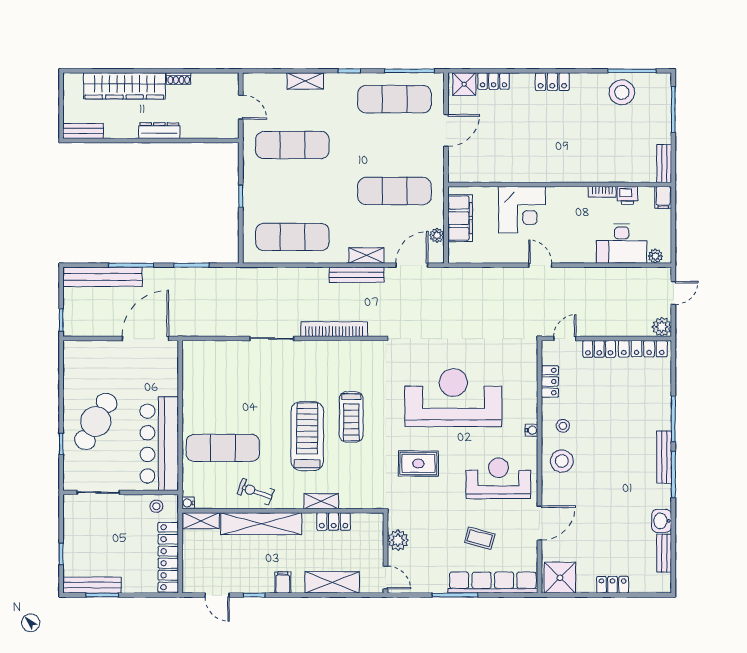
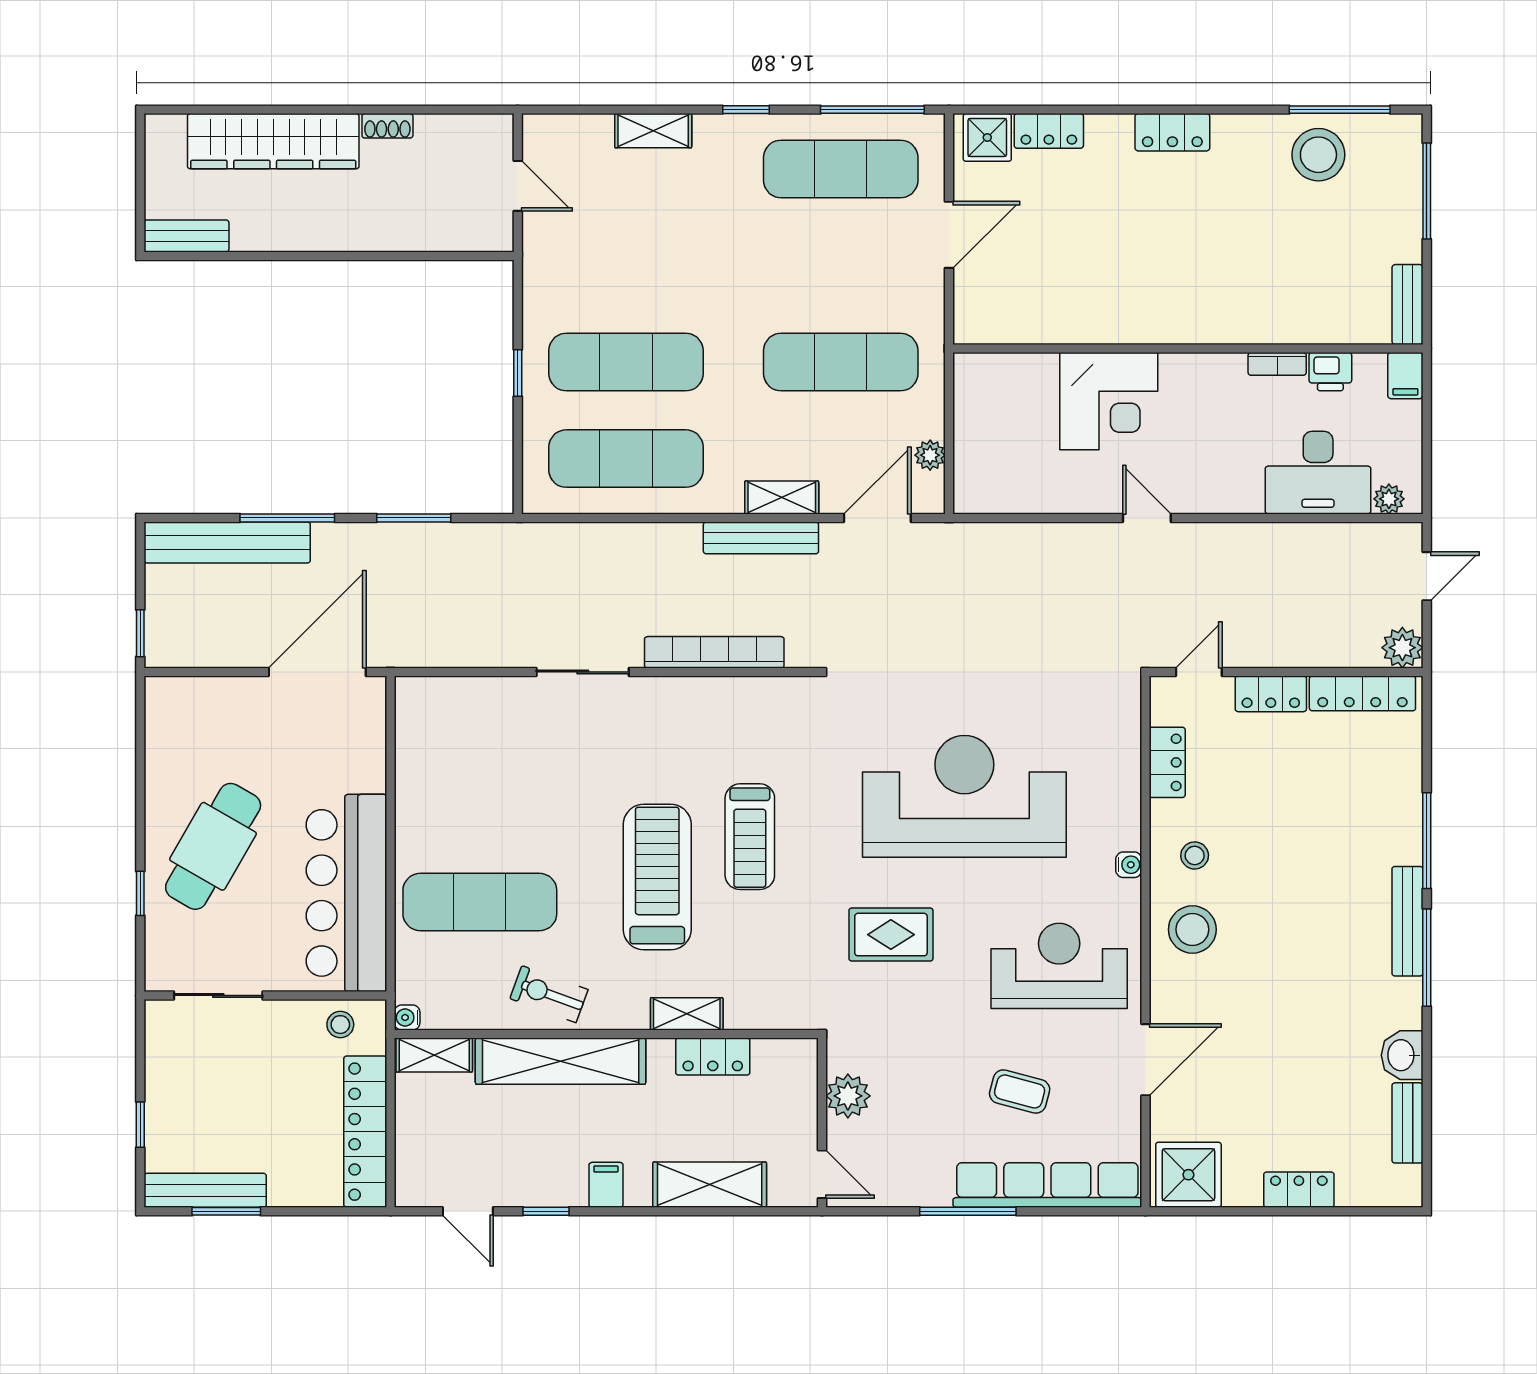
dresser: (159, 131) -> (347, 235), removed
exercise mat: (292, 145) -> (626, 362), moved
filing cabinet: (460, 218) -> (979, 419), removed

